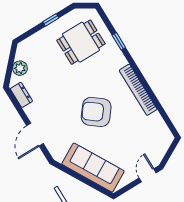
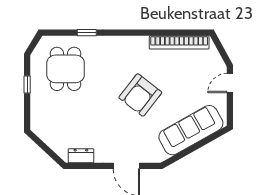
plant: (20, 68) -> (55, 142), removed
bookcase: (138, 90) -> (179, 42), moved
door: (148, 175) -> (230, 83), hinge flipped

